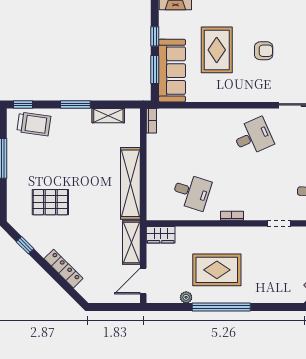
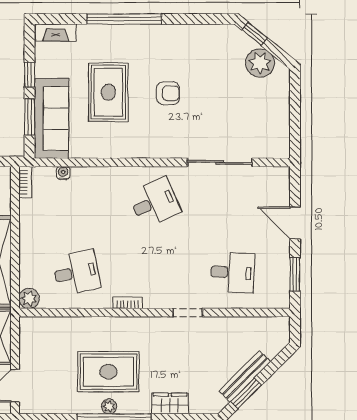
water cooler: (181, 114) -> (63, 173), added
desk: (192, 192) -> (76, 272), turned -30
plant: (154, 212) -> (29, 299), added
wardrobe: (161, 235) -> (170, 403), moved, turned 180
plant: (186, 297) -> (109, 406), moved

